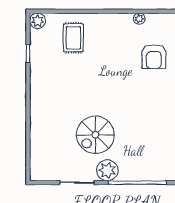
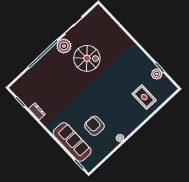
plant: (38, 21) -> (157, 74), moved
spiral stairs: (95, 135) -> (87, 58), turned 90

